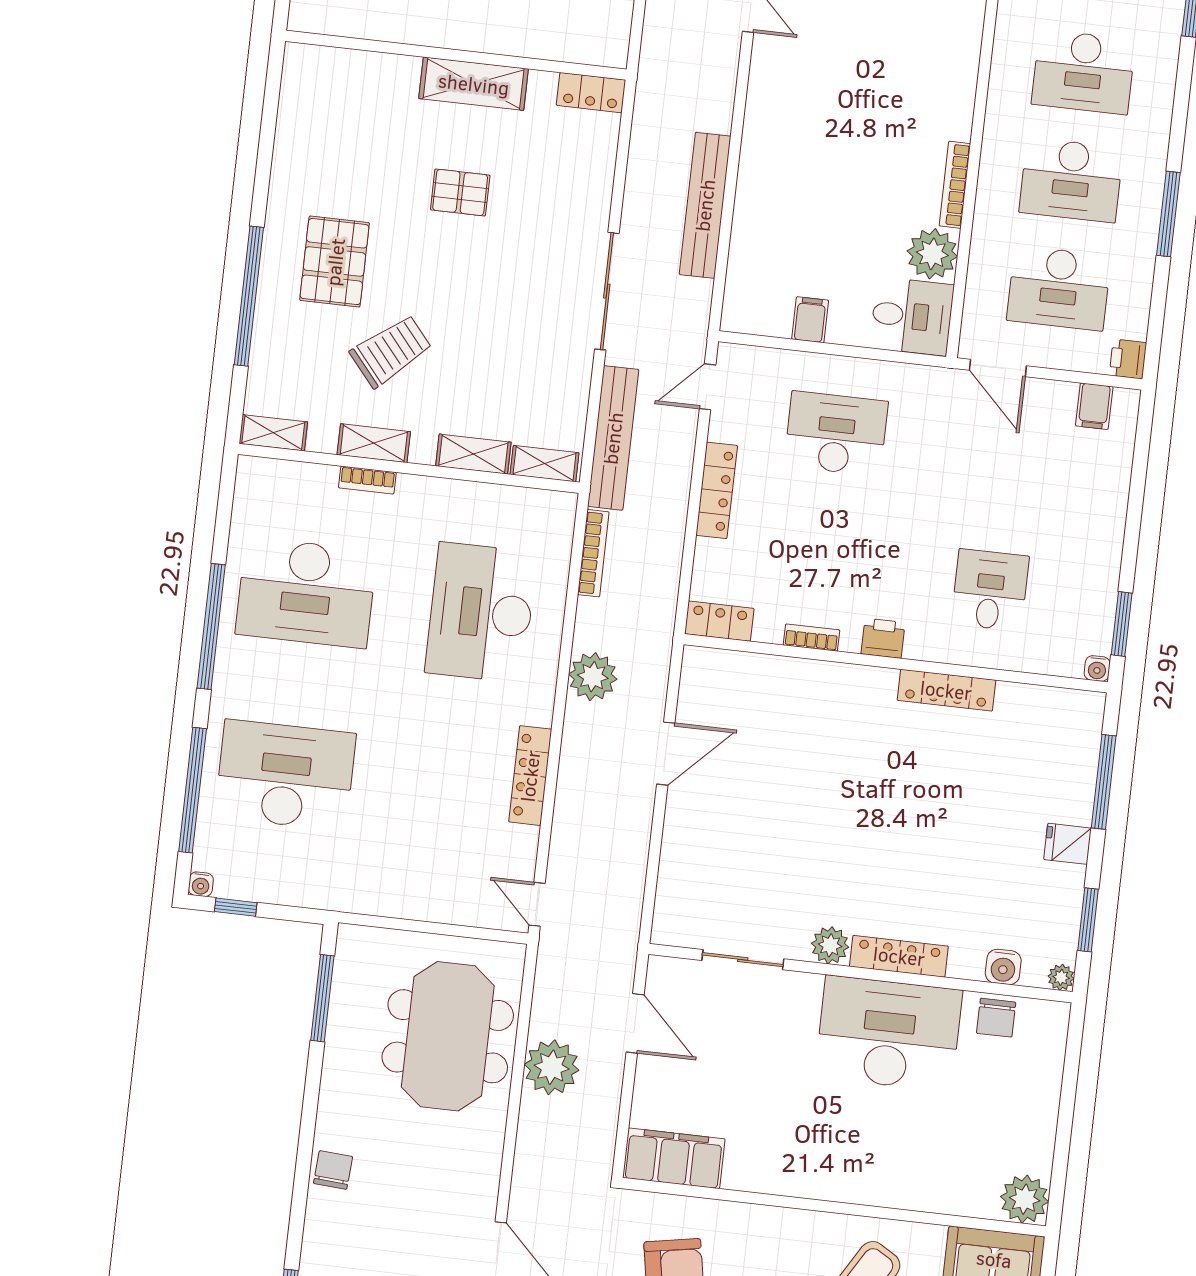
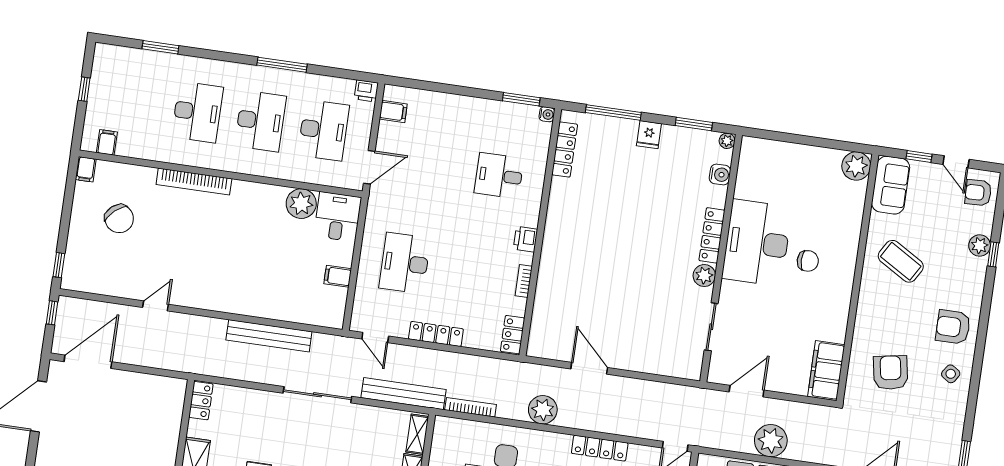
bookcase: (955, 185) -> (194, 182), moved, width x1.48, depth x1.31
locker: (946, 690) -> (565, 149), moved
chair: (996, 1018) -> (808, 261), moved

